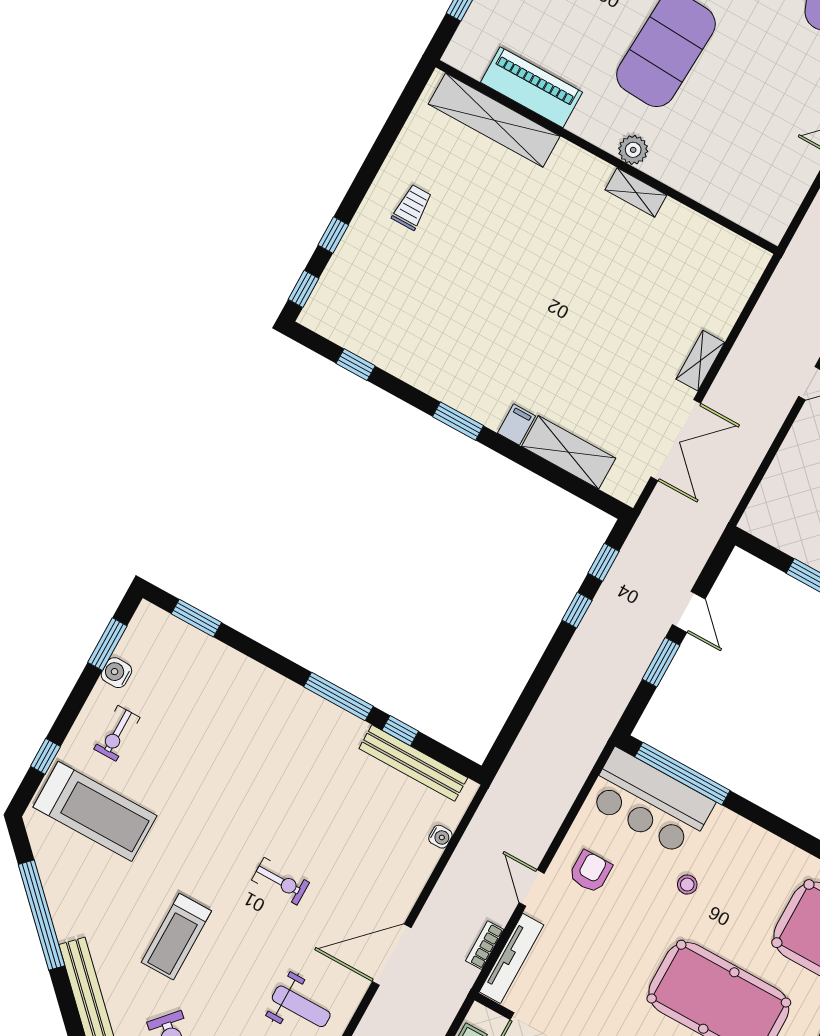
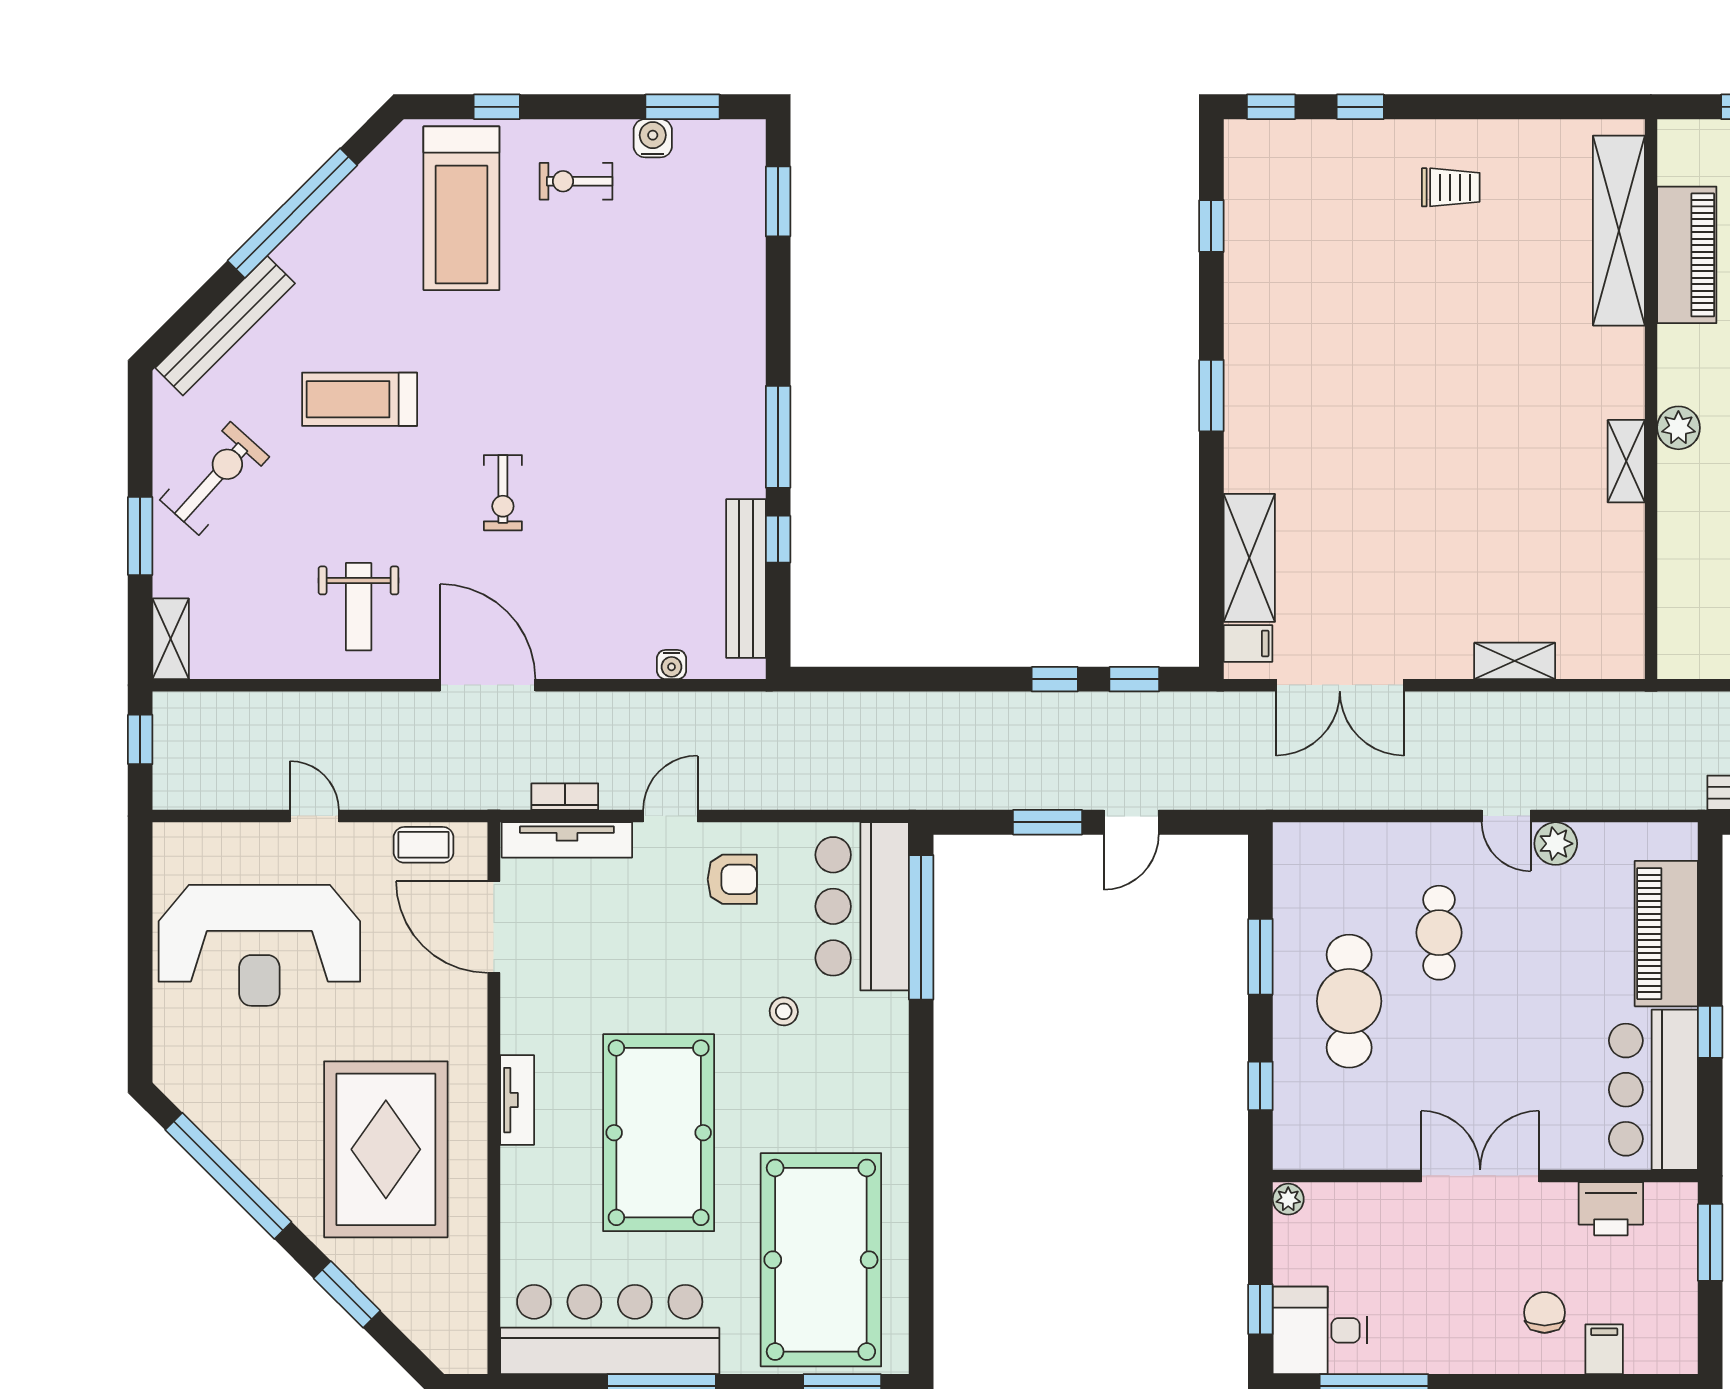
shelving: (700, 361) -> (1515, 661), moved
filing cabinet: (516, 424) -> (1248, 643), moved

